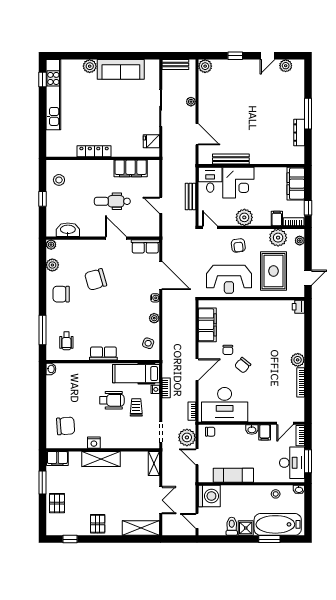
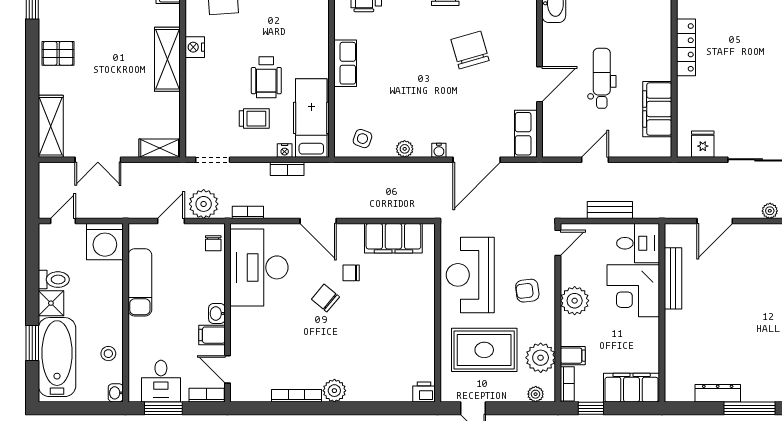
desk: (292, 463) -> (161, 381), width x0.73

